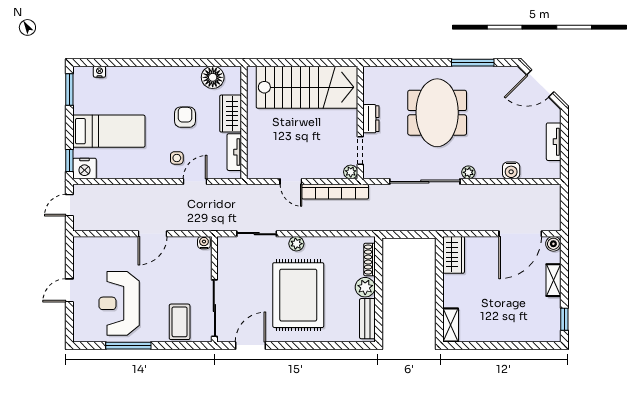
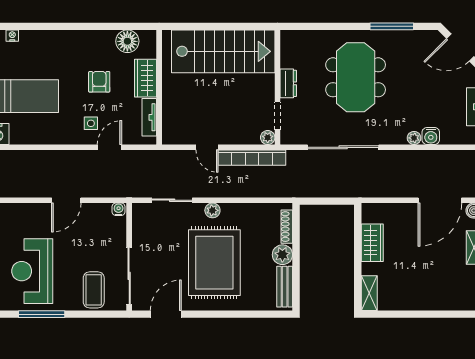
plant: (468, 172) -> (414, 138), moved
wardrobe: (454, 255) -> (372, 243), moved

